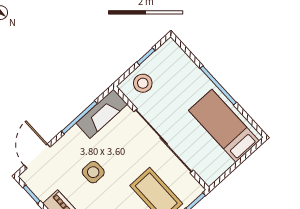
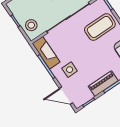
side table: (93, 172) -> (70, 70), moved

